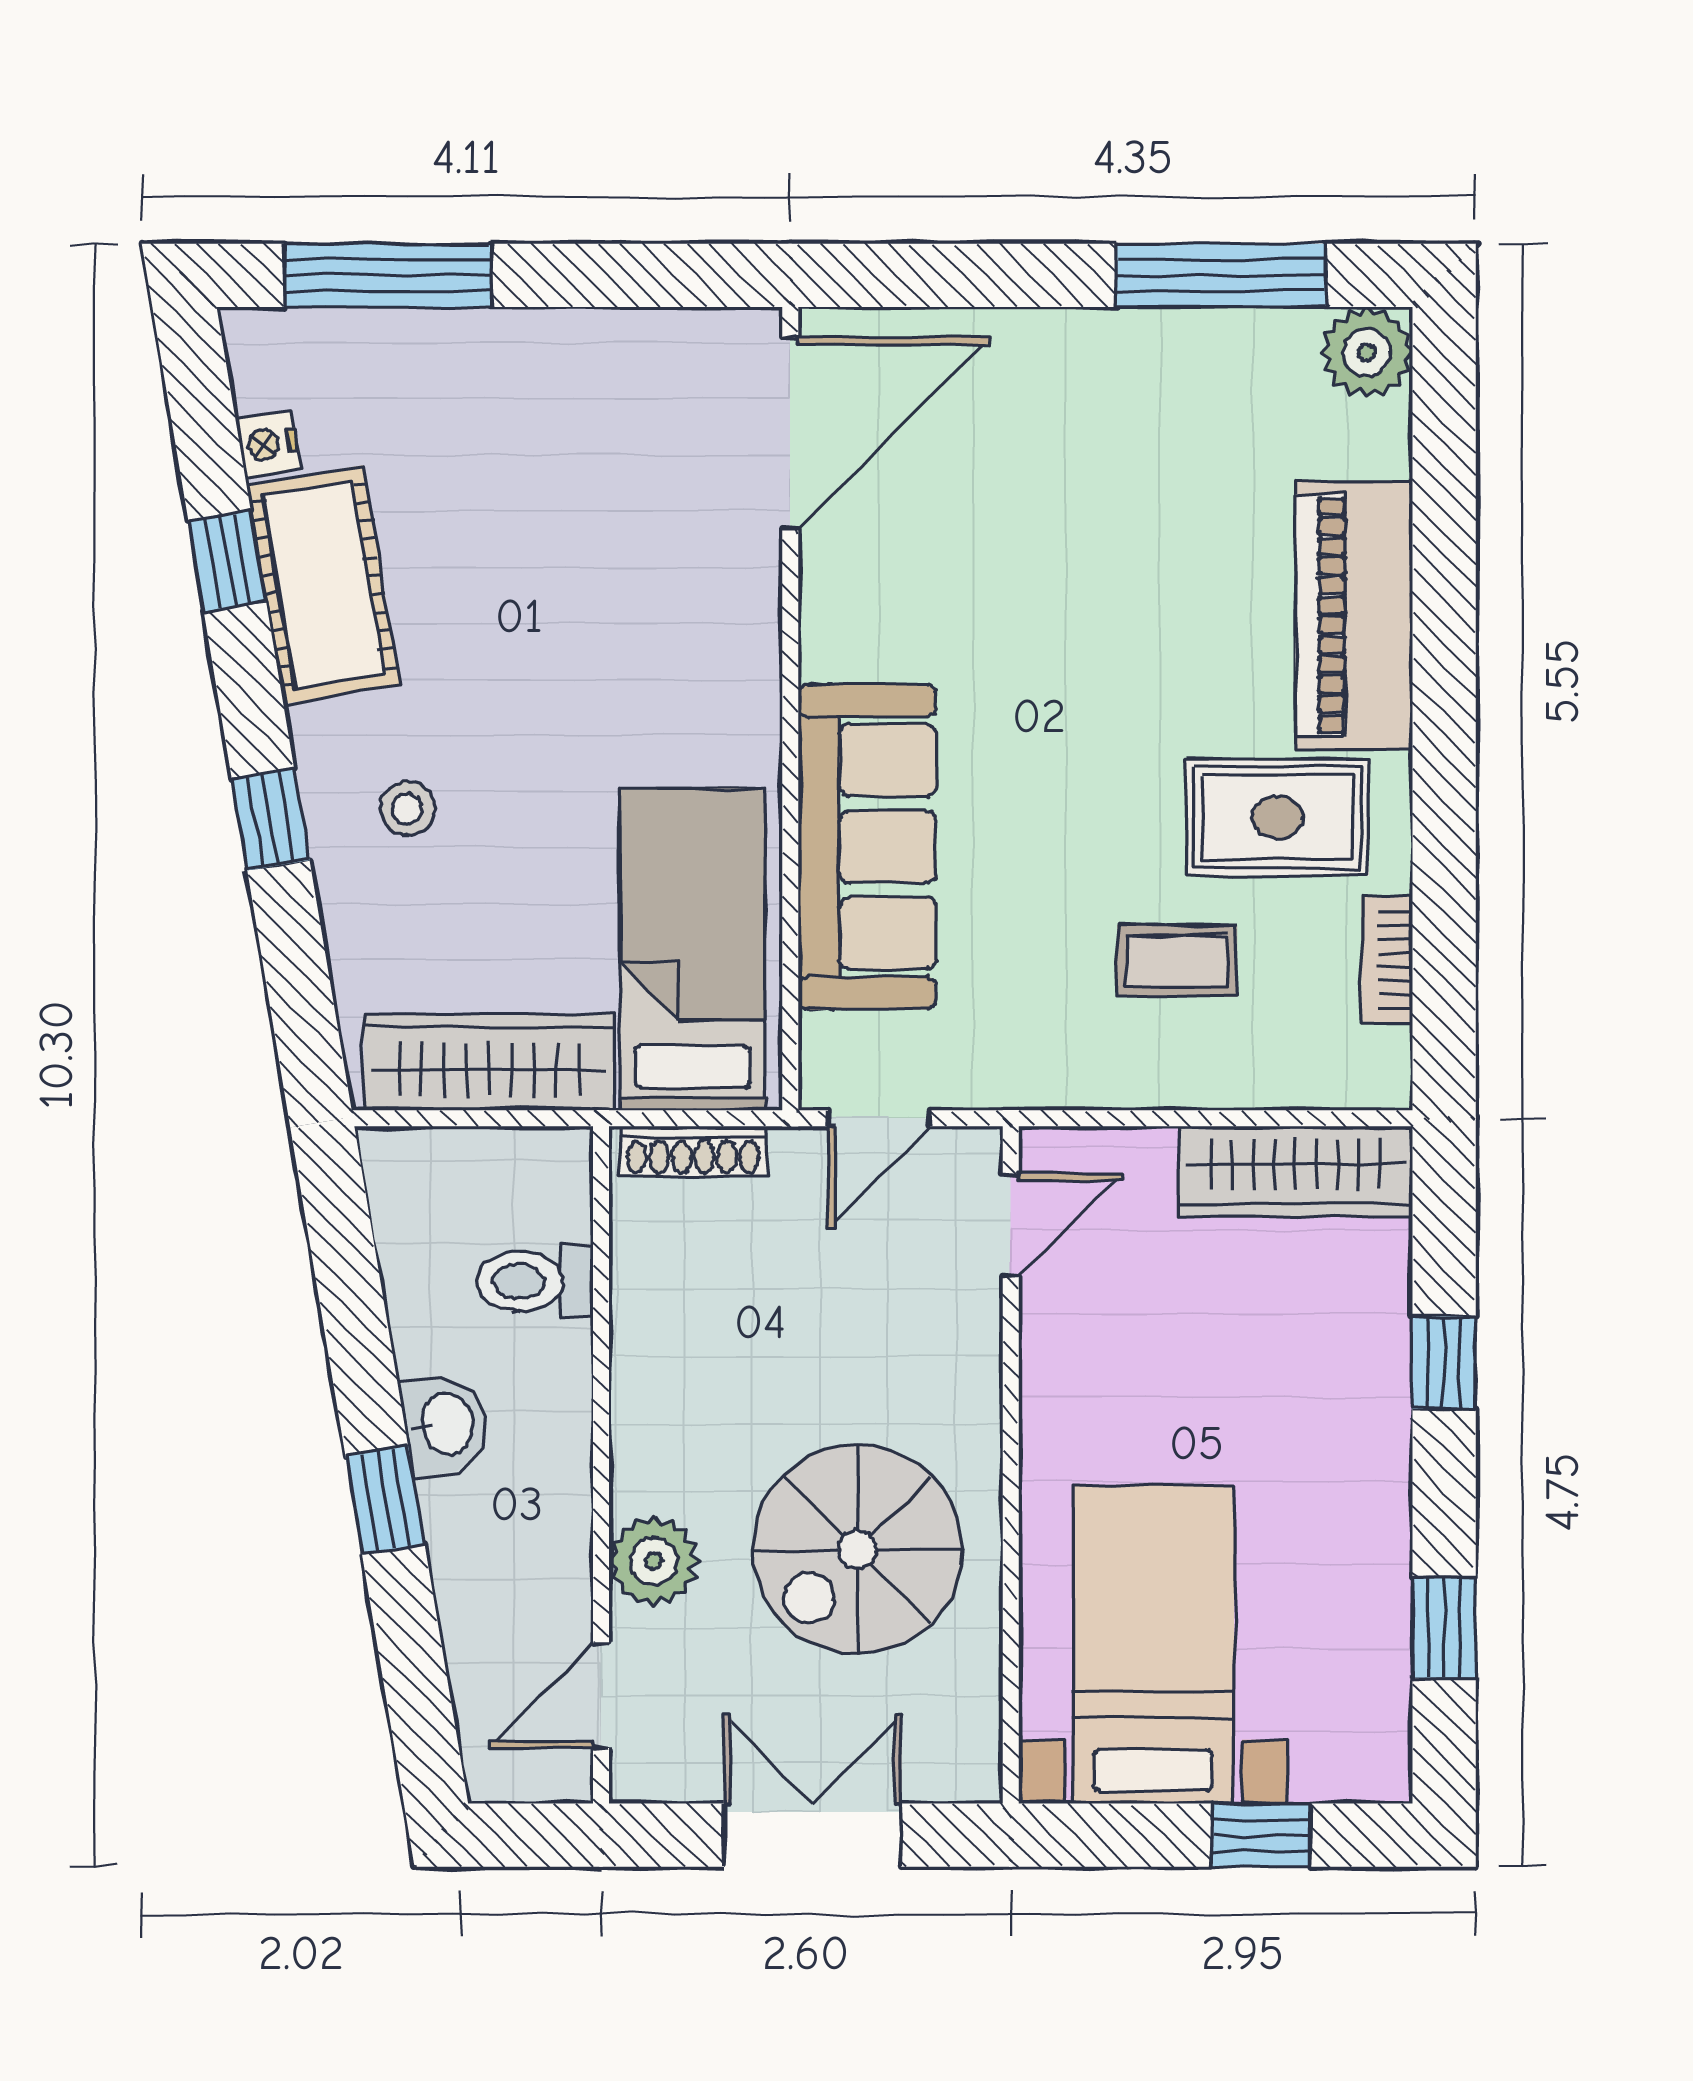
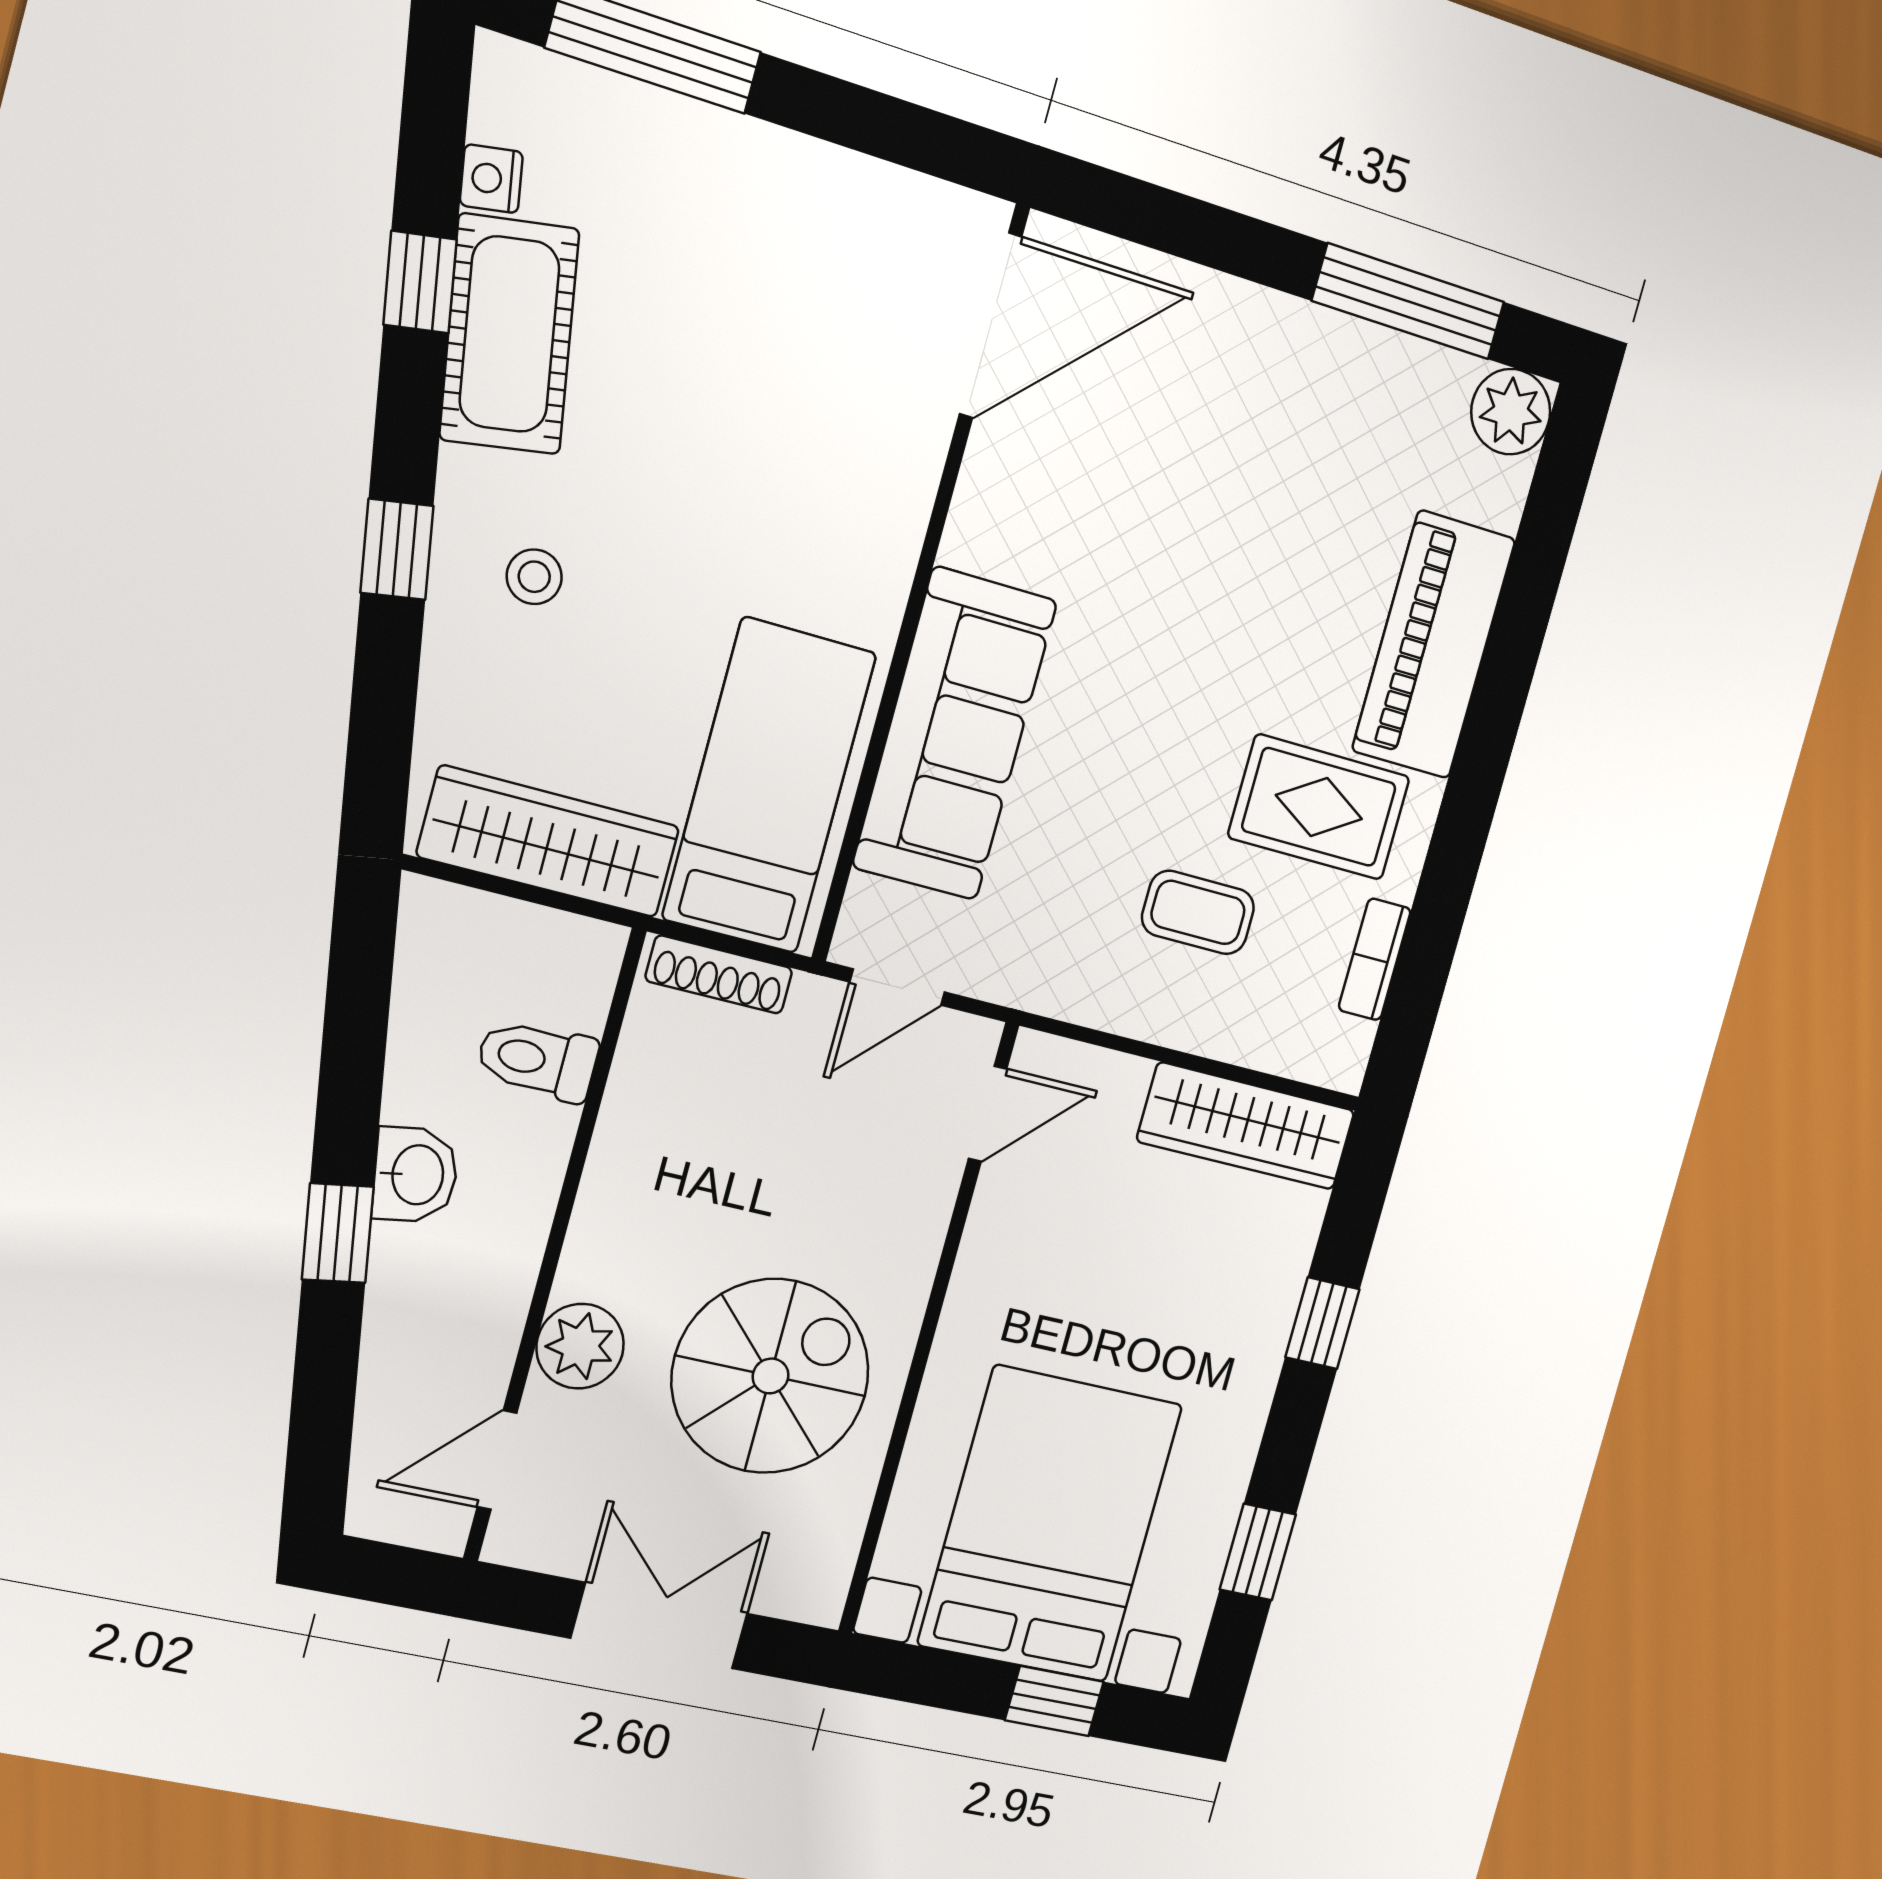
spiral stairs: (858, 1550) -> (770, 1376), turned 180
bed with nightstands: (1153, 1644) -> (1050, 1524), width x1.36

